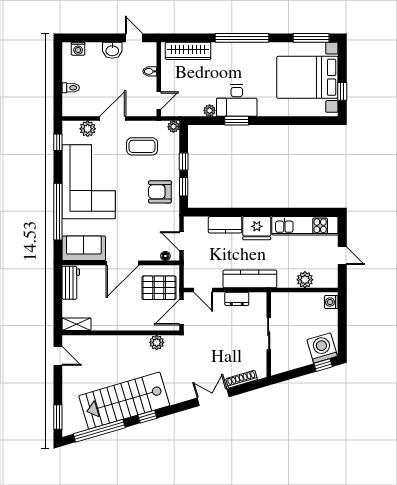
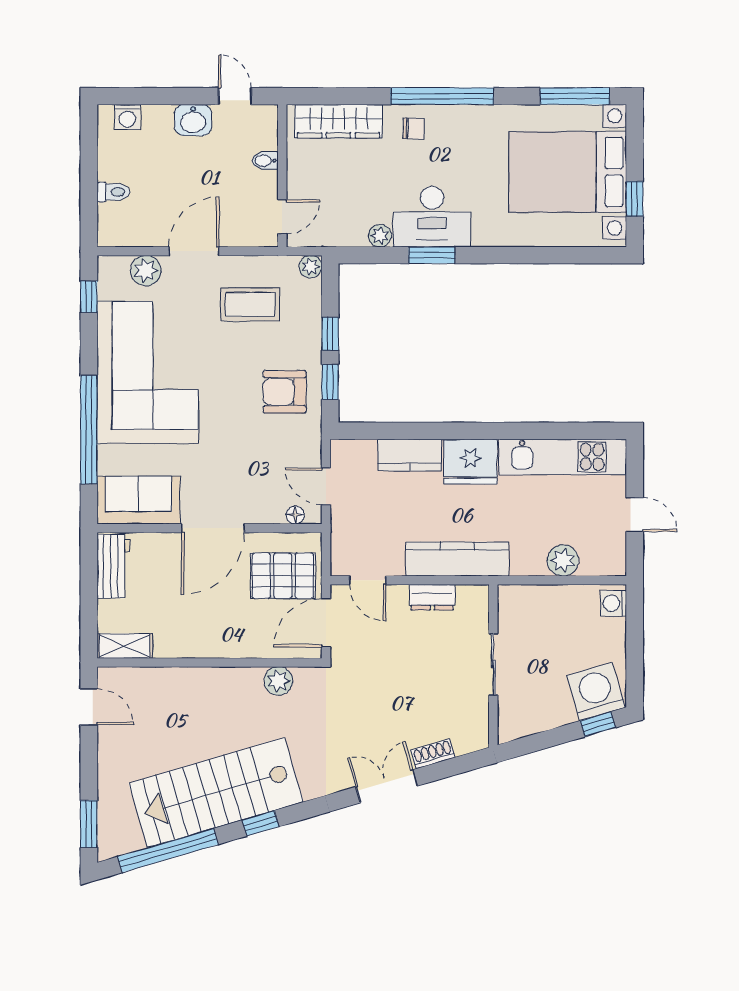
chair: (227, 55) -> (414, 129), added
shoe rack: (242, 379) -> (433, 754), width x0.70

